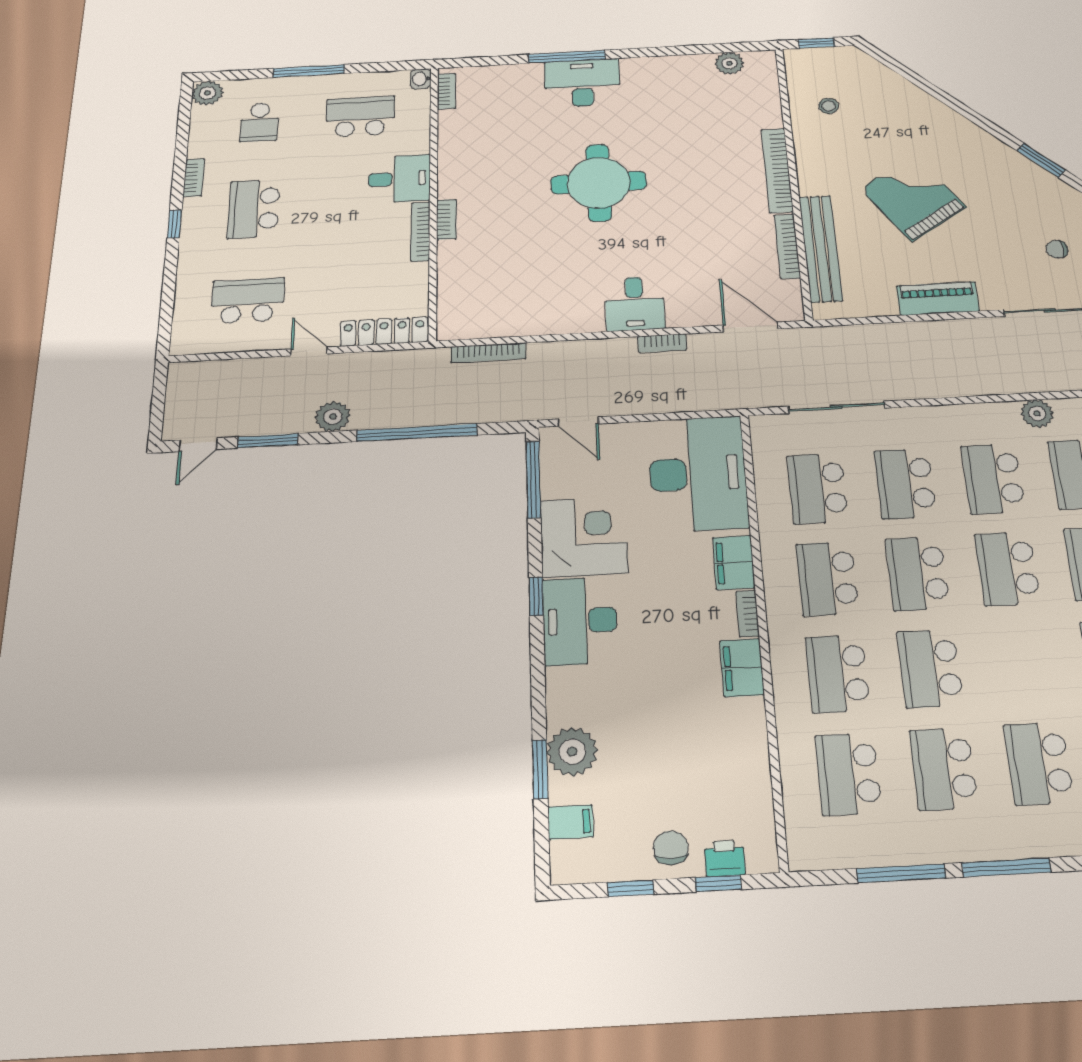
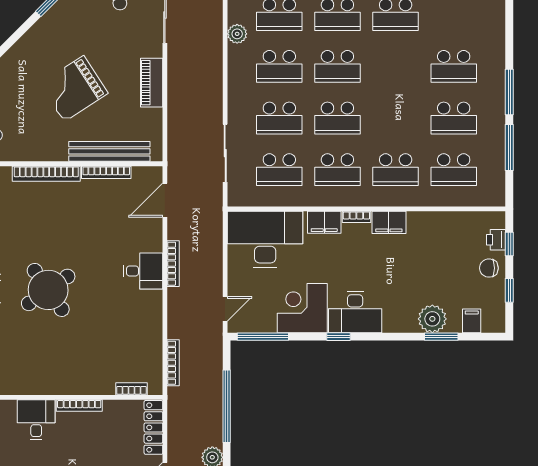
round table: (599, 183) -> (48, 290), turned -35
bookcase: (446, 219) -> (131, 389), moved
bookcase: (662, 343) -> (173, 264), width x1.56
school desk: (930, 668) -> (396, 118), removed

